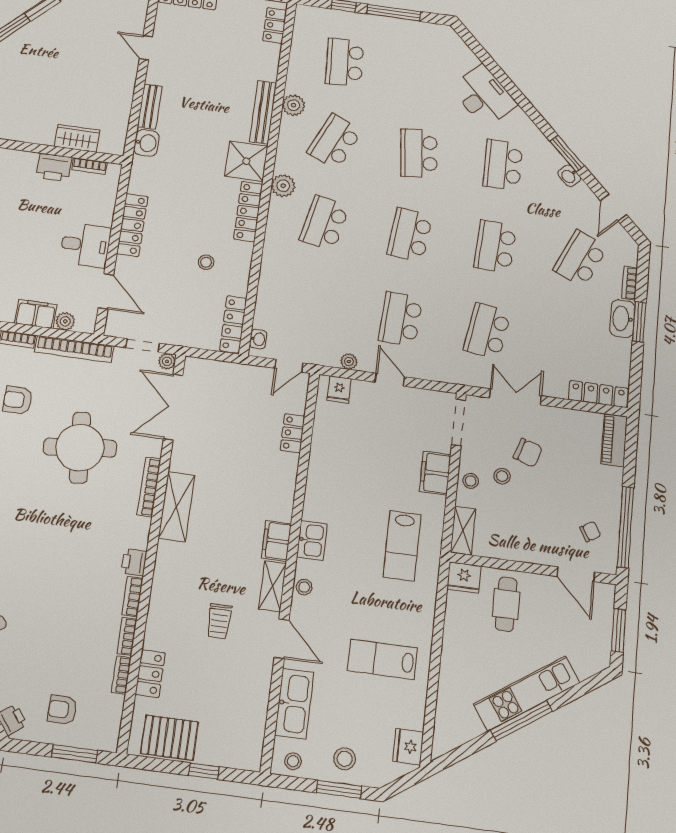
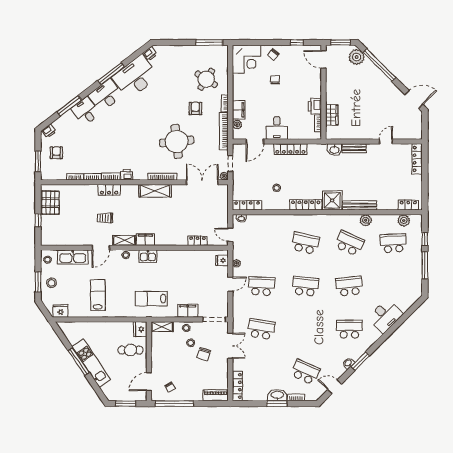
plant: (283, 186) -> (404, 220), moved
school desk: (495, 247) -> (305, 329), removed
locker: (150, 674) -> (109, 190), moved

